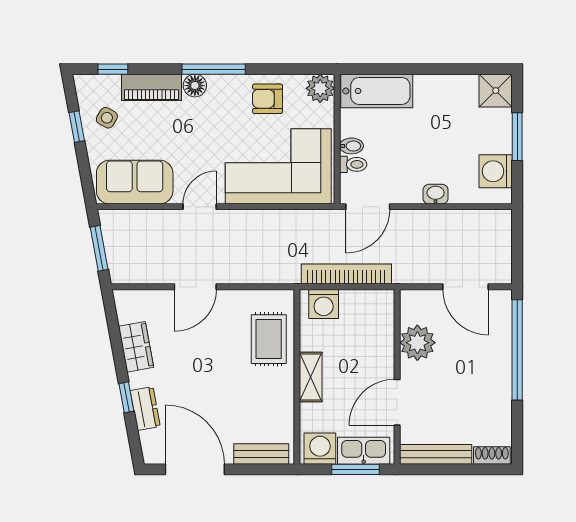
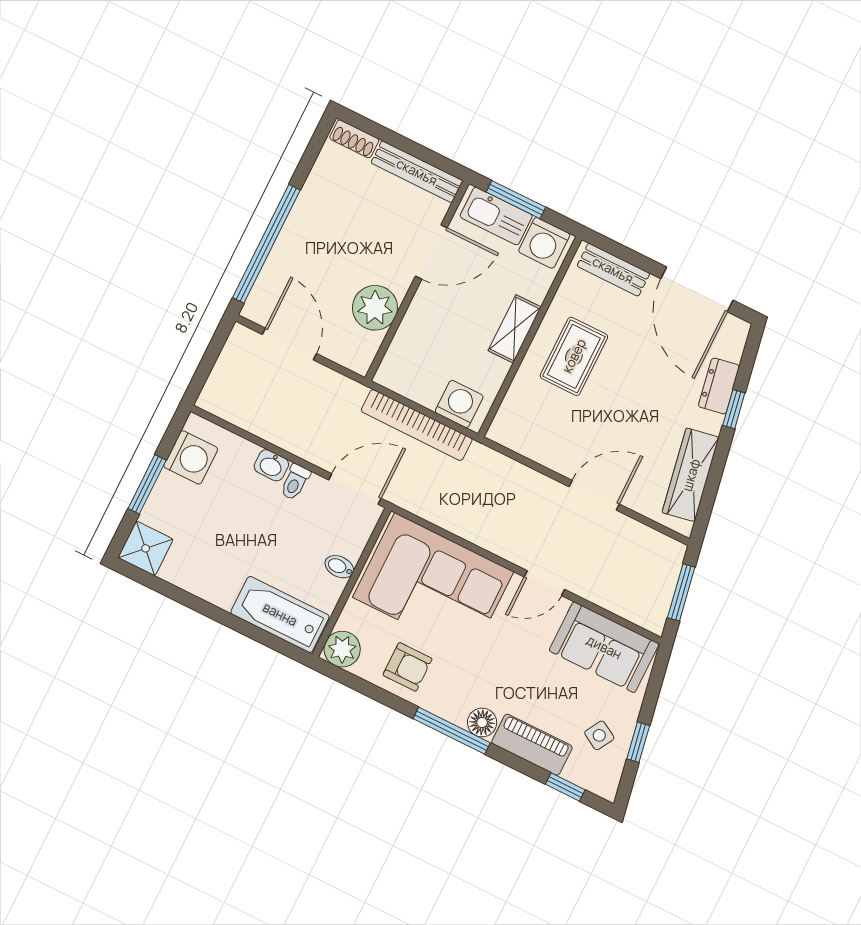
toilet: (353, 164) -> (295, 482), moved, turned -90
rug: (269, 339) -> (574, 356), moved
wardrobe: (136, 347) -> (691, 475), width x1.50

